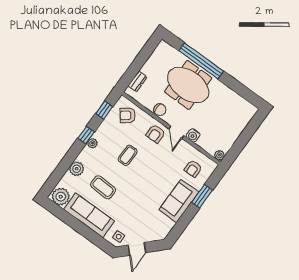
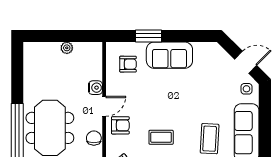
plant: (219, 155) -> (67, 48), moved

